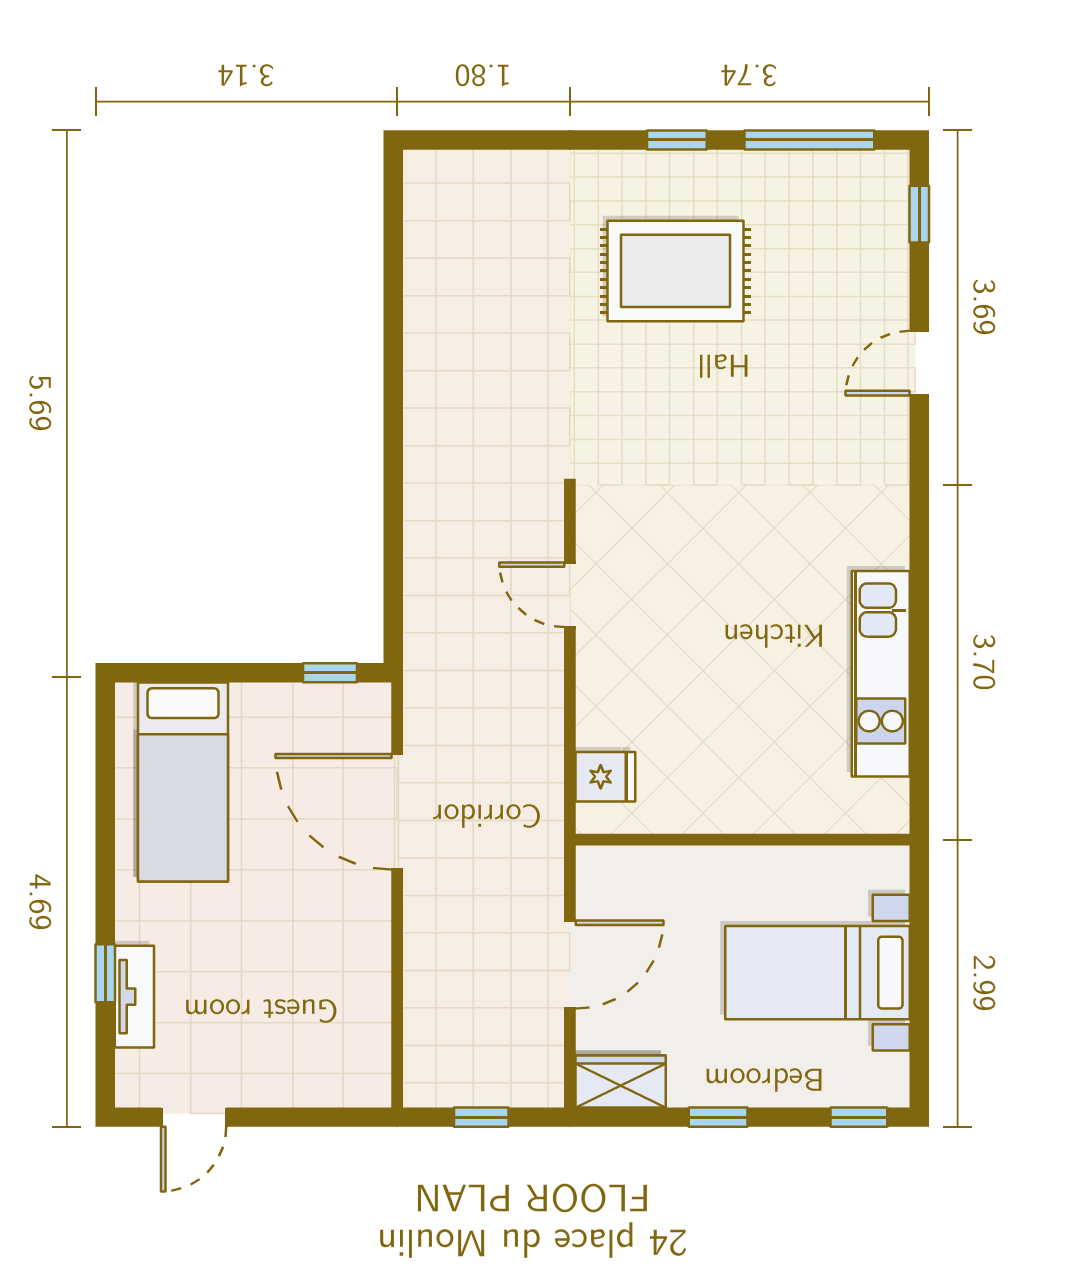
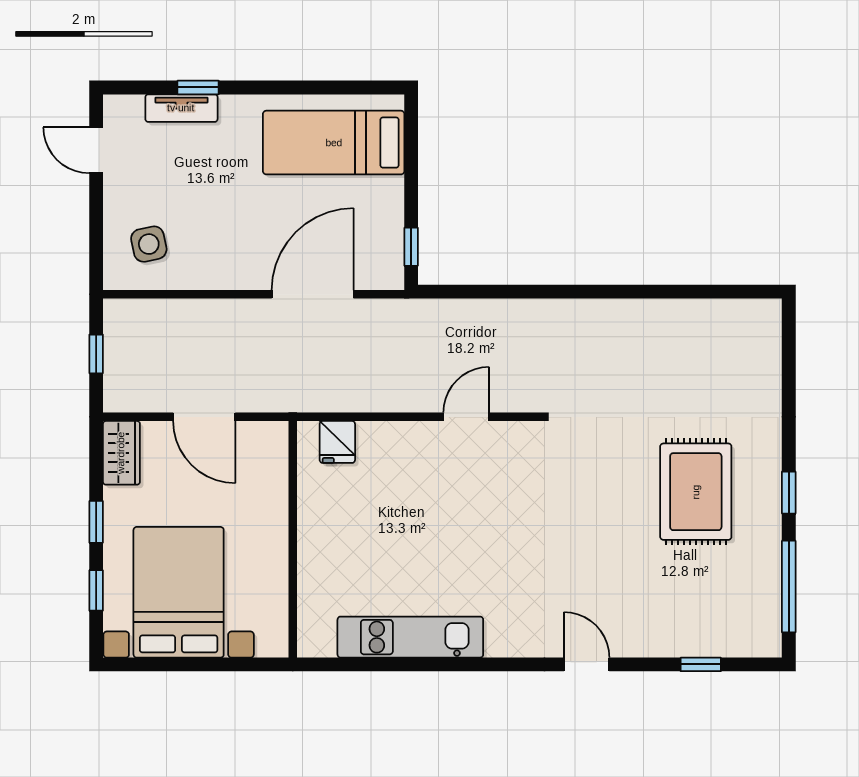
window: (919, 214) -> (701, 664), moved
door: (919, 363) -> (587, 664), moved
bed with nightstands: (817, 973) -> (179, 592), width x1.36
side table: (326, 1043) -> (149, 244), added
window: (859, 1117) -> (96, 590), moved

